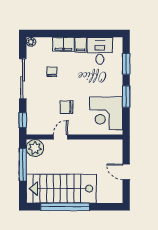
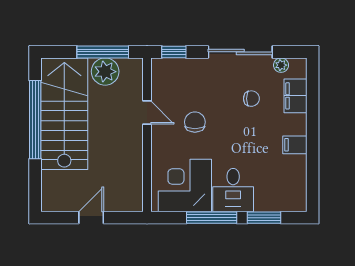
plant: (31, 42) -> (281, 65), moved
filing cabinet: (63, 44) -> (296, 96), moved
desk: (100, 51) -> (233, 190), moved, turned 90
window: (126, 97) -> (212, 218), width x1.44
plant: (35, 148) -> (105, 72), moved

